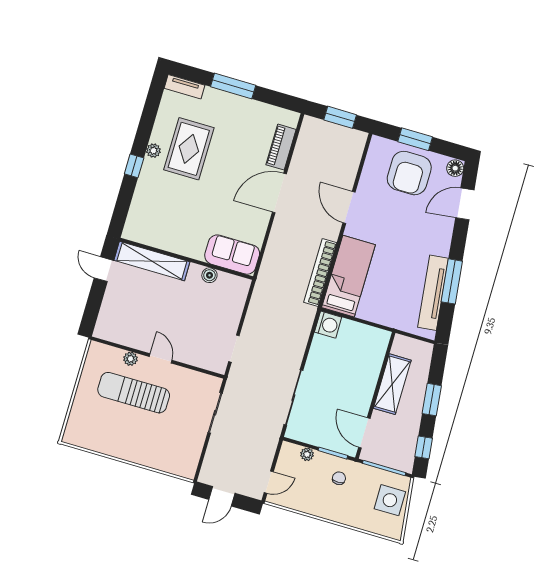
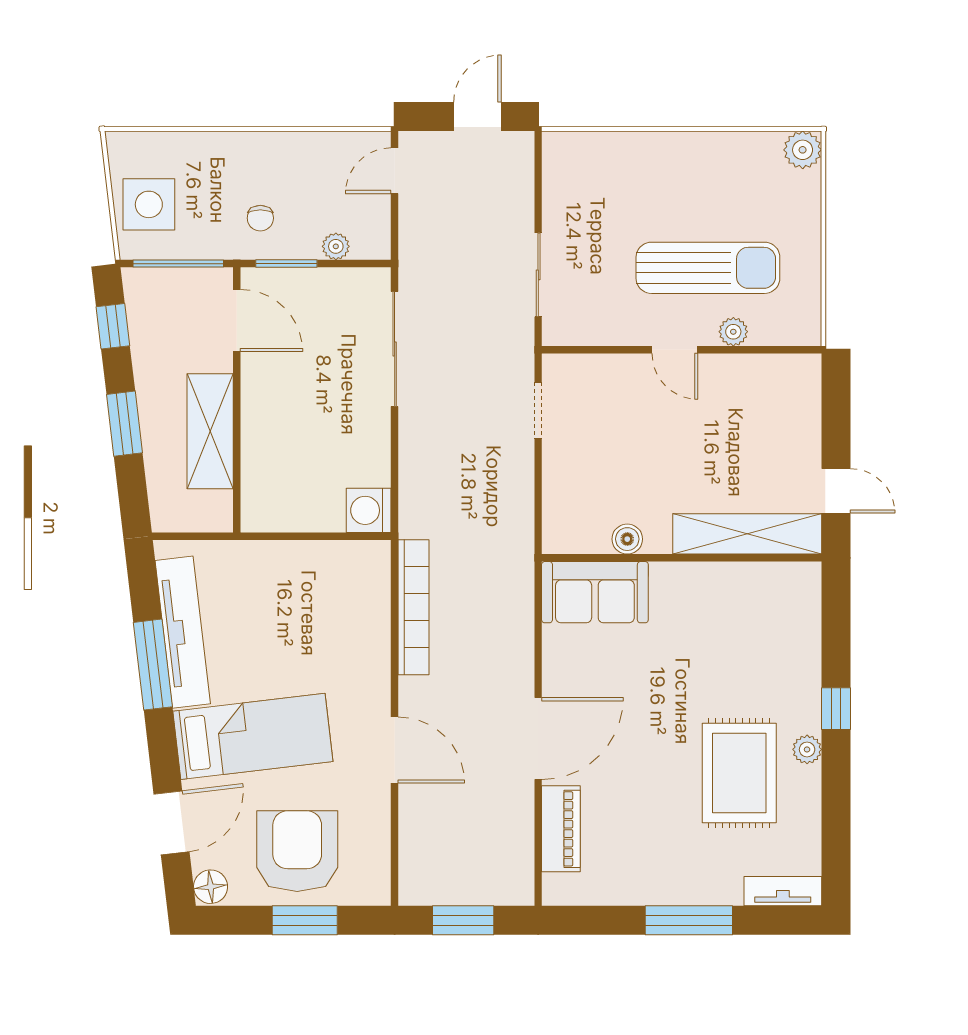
bed: (349, 276) -> (253, 736), moved, turned -97
plant: (72, 435) -> (803, 150), added

